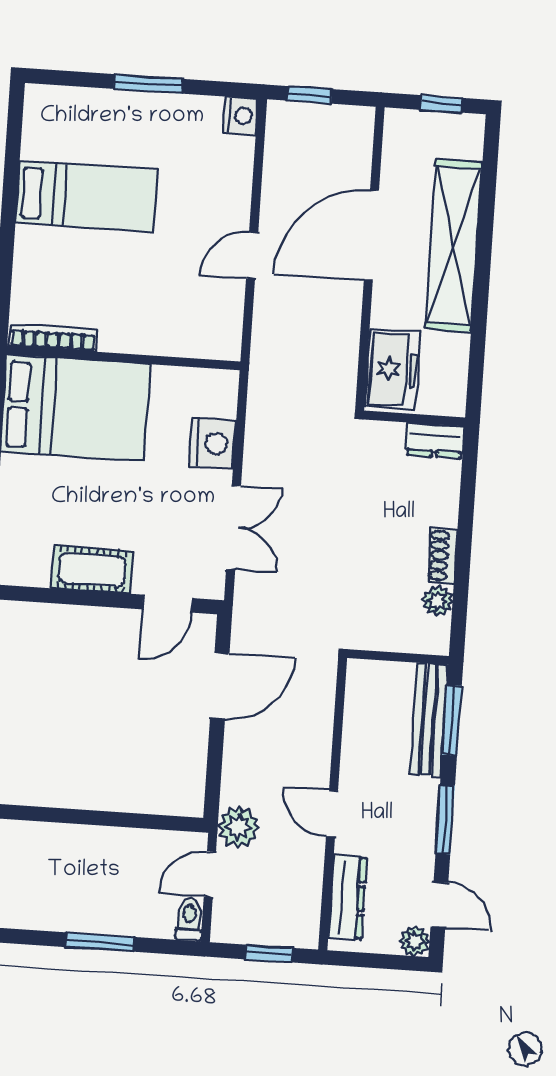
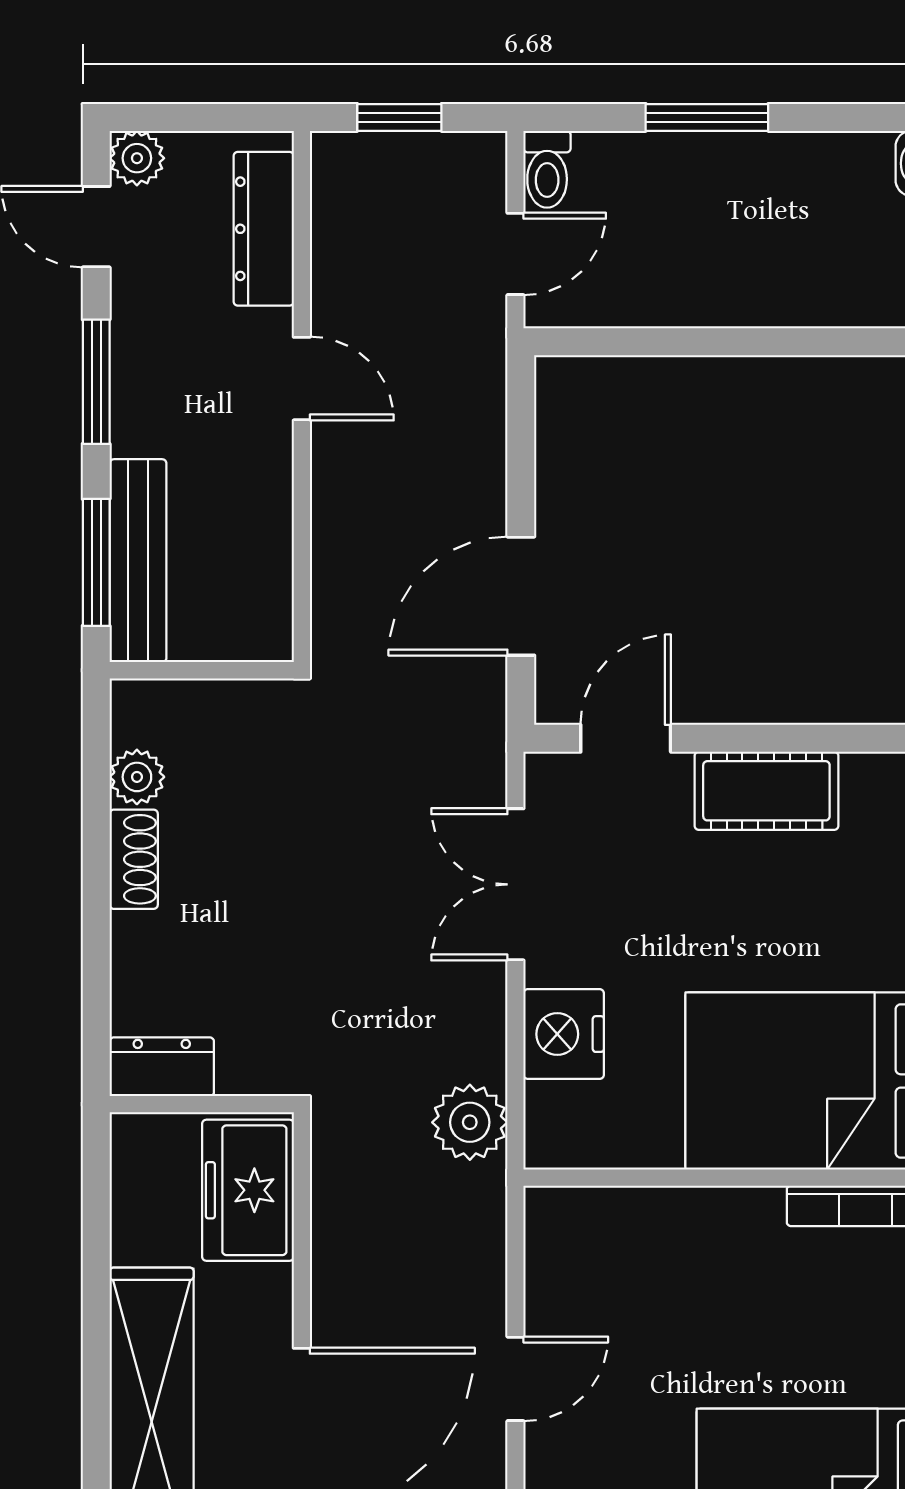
plant: (238, 827) -> (470, 1122), moved

